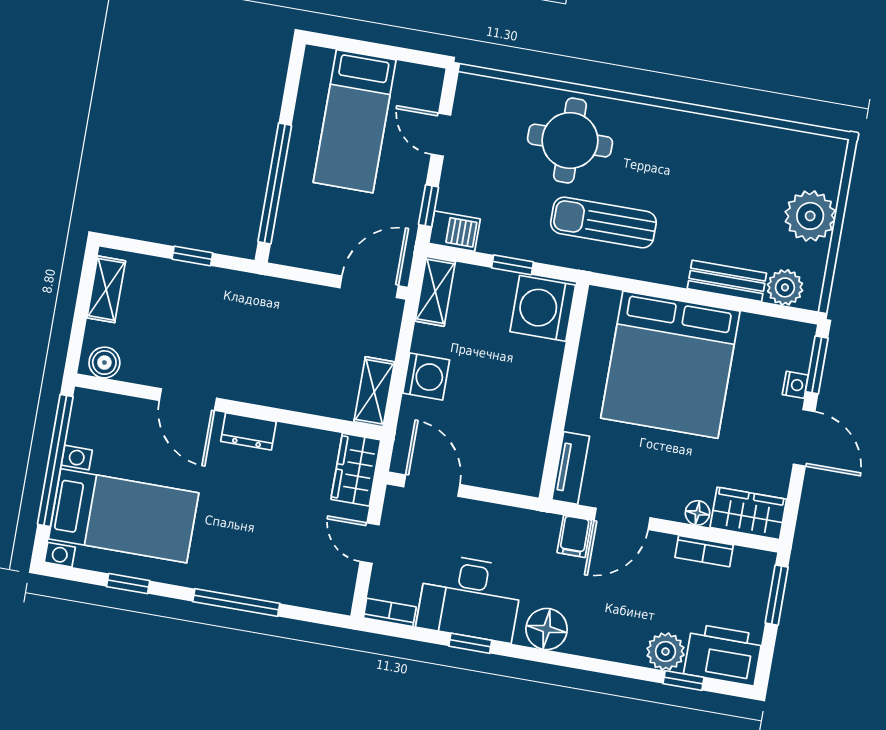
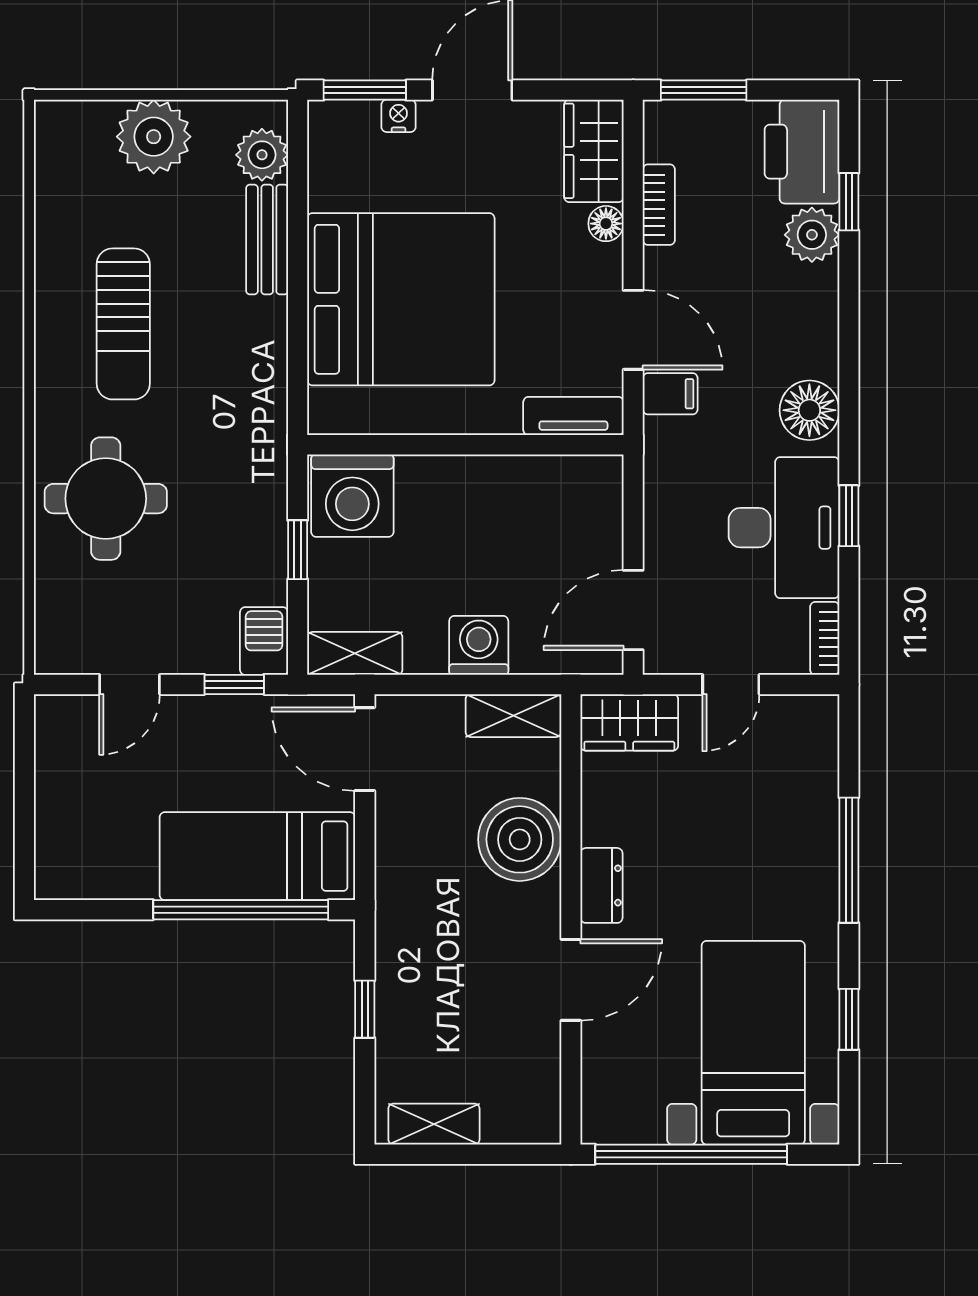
bed: (355, 121) -> (257, 856), moved, turned 180
sun lounger: (603, 223) -> (123, 324), moved
boiler: (104, 363) -> (520, 839), moved, width x1.86, depth x1.86

